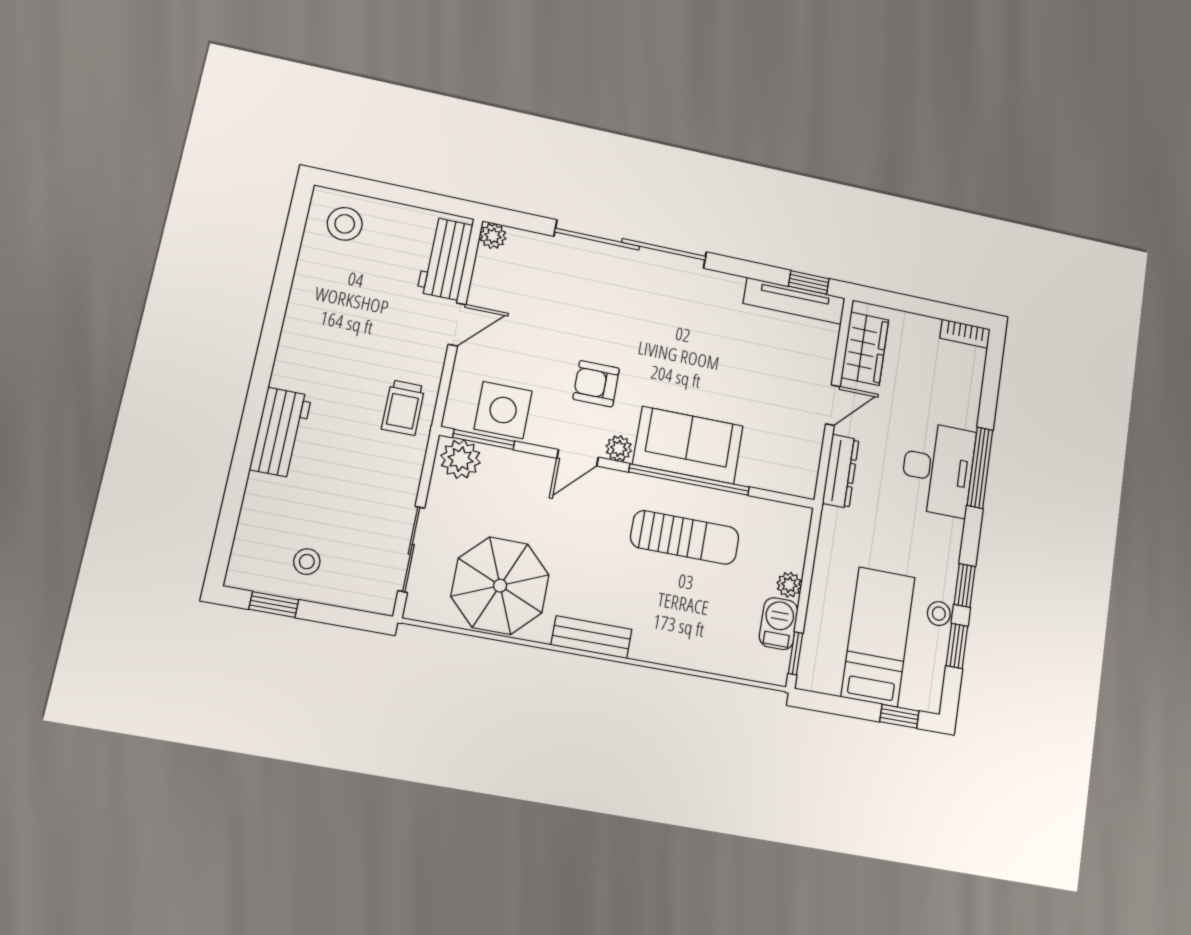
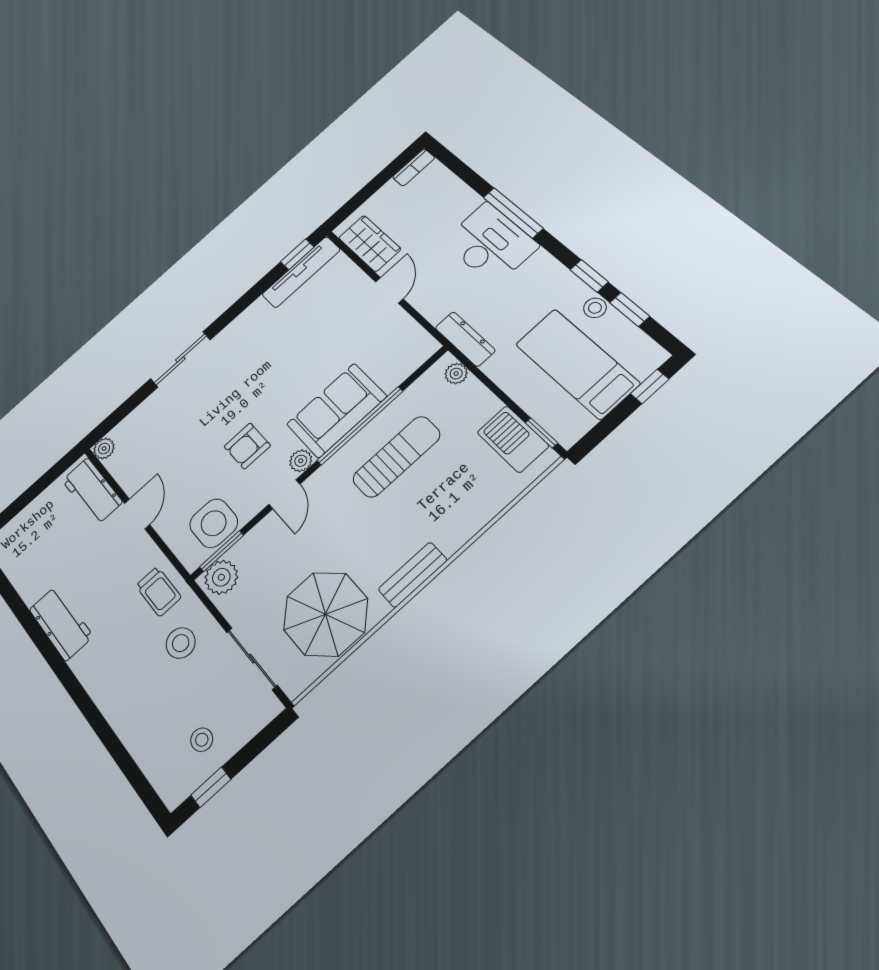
stool: (345, 224) -> (181, 643), moved
sliding door: (631, 244) -> (180, 359), width x0.54
workbench: (281, 433) -> (61, 623), moved
dresser: (841, 471) -> (465, 339), moved
plant: (789, 585) -> (456, 374), moved
barbecue: (779, 624) -> (513, 439), width x1.38, depth x1.27

